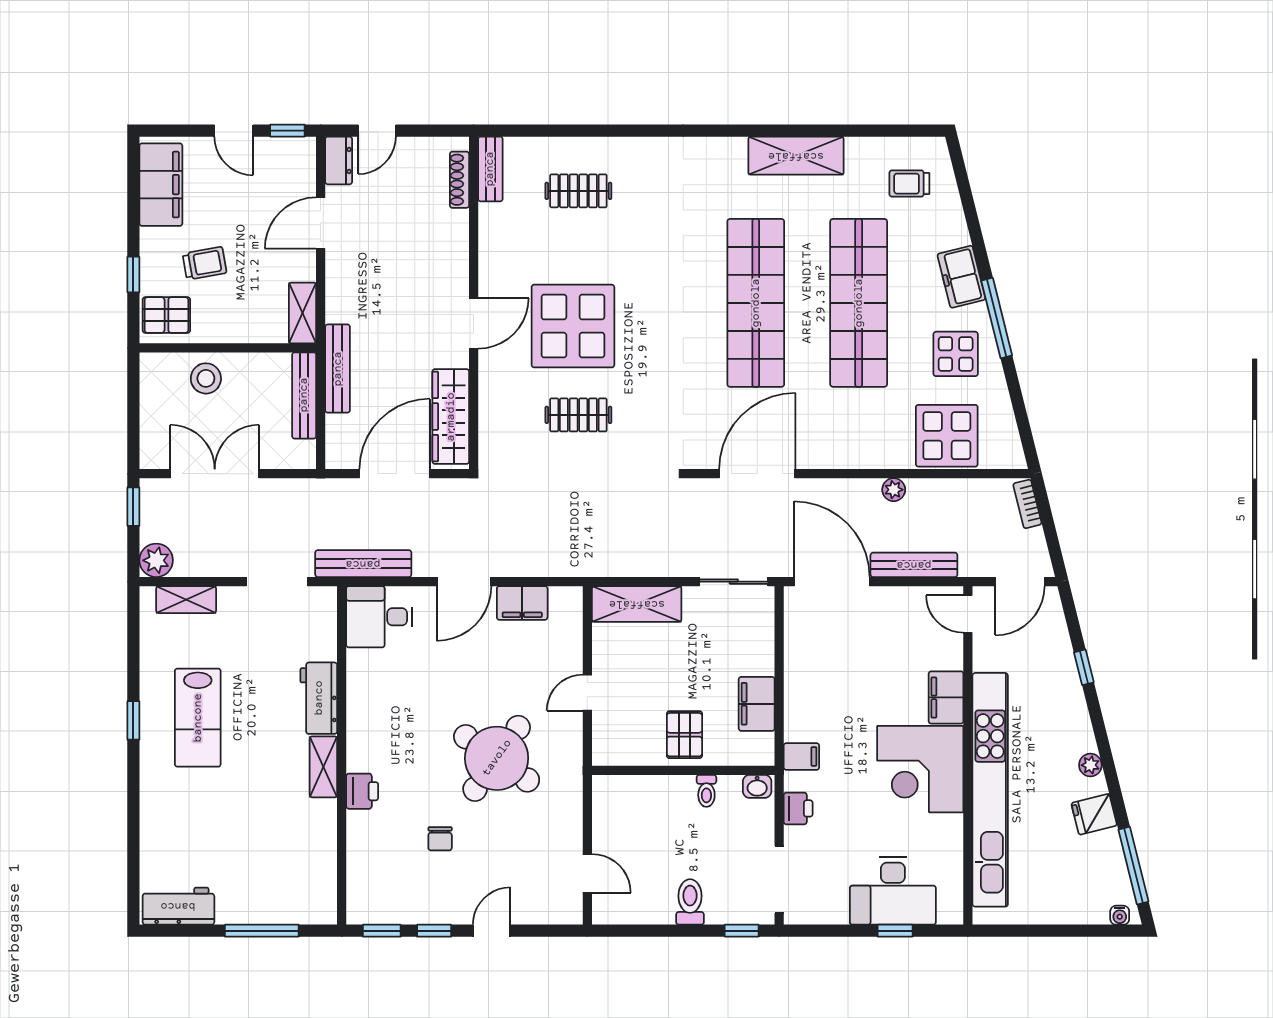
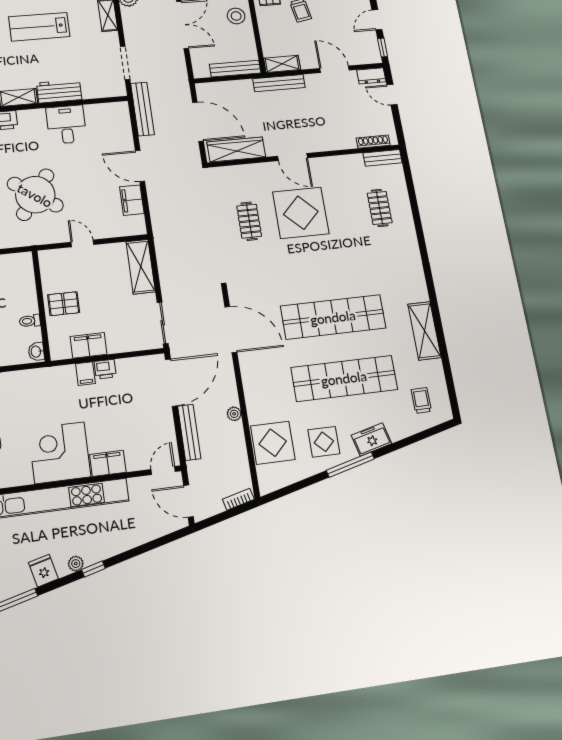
bench: (338, 369) -> (279, 83), moved
desk: (379, 617) -> (66, 125), moved
window: (1084, 667) -> (93, 569), moved
filing cabinet: (801, 756) -> (85, 374), moved
printer: (798, 808) -> (105, 369), moved

